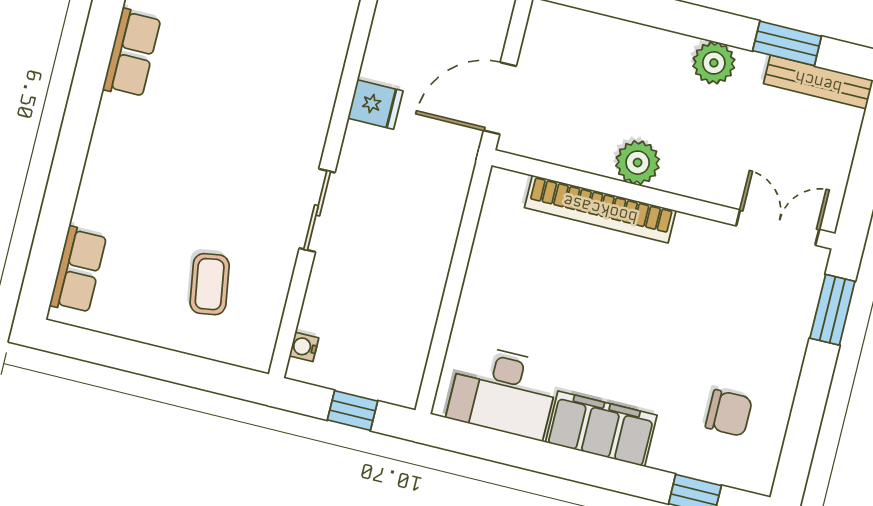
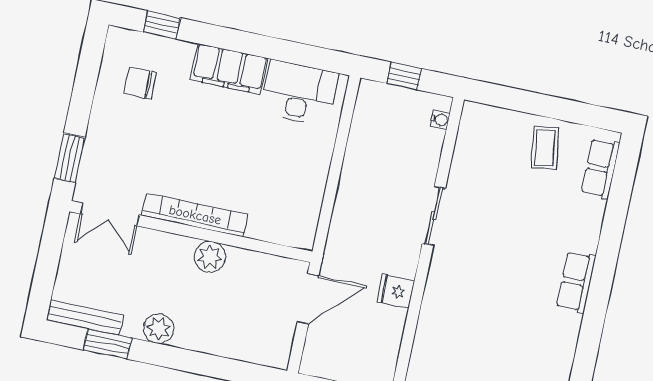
row of seats: (132, 53) -> (576, 282), moved
bookcase: (600, 209) -> (195, 215), moved
coffee table: (210, 284) -> (545, 148), moved

